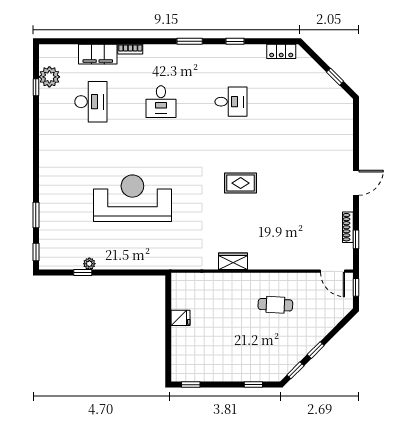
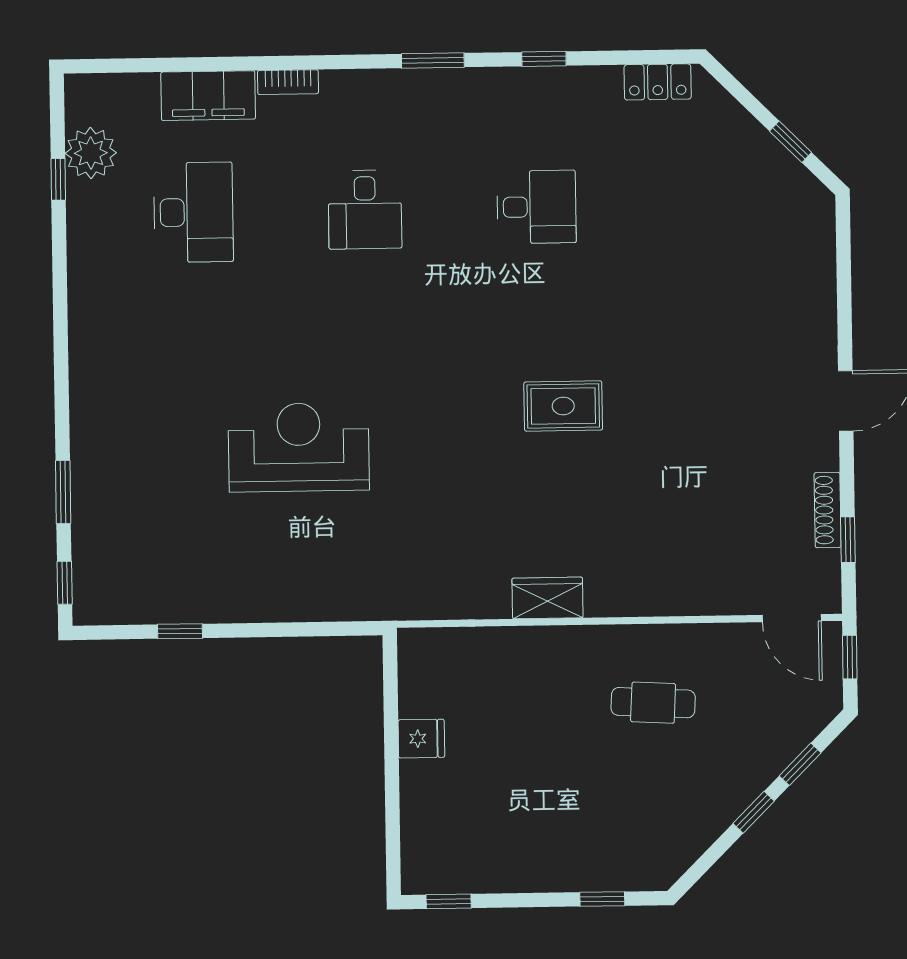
reception desk: (132, 198) -> (299, 447), width x0.74, depth x0.77
plant: (89, 264) -> (196, 609), removed
window: (295, 370) -> (800, 764), moved

